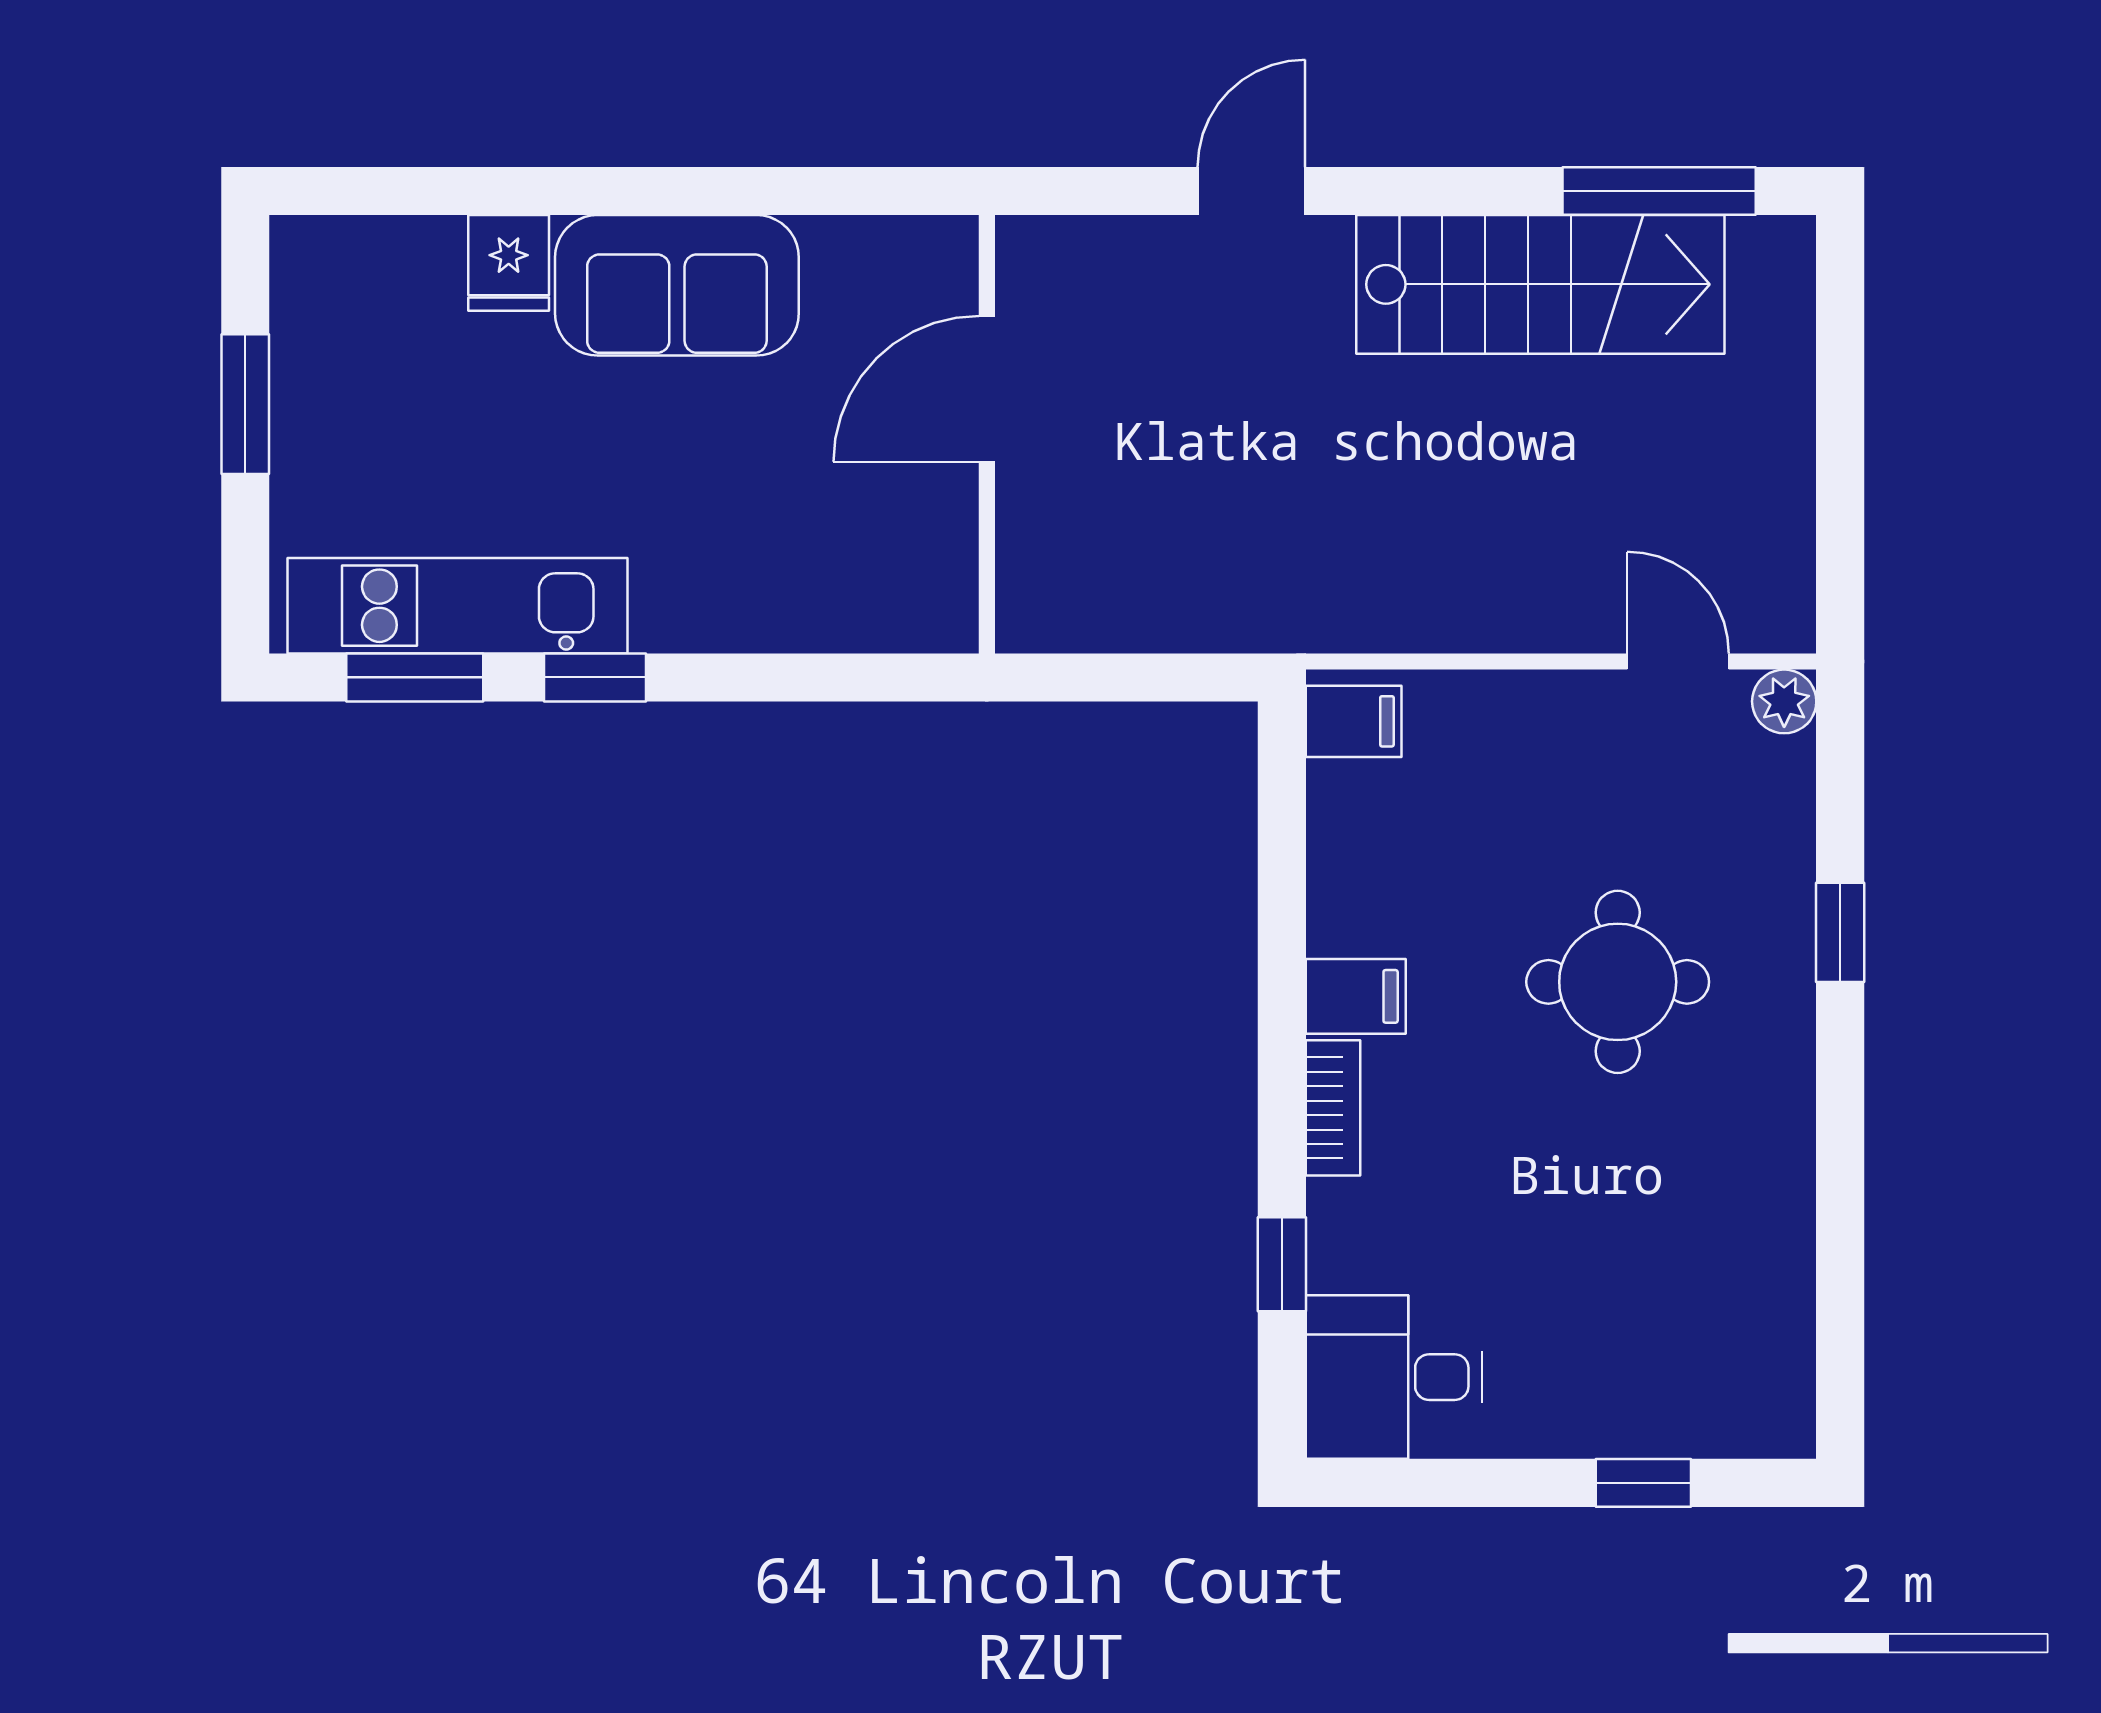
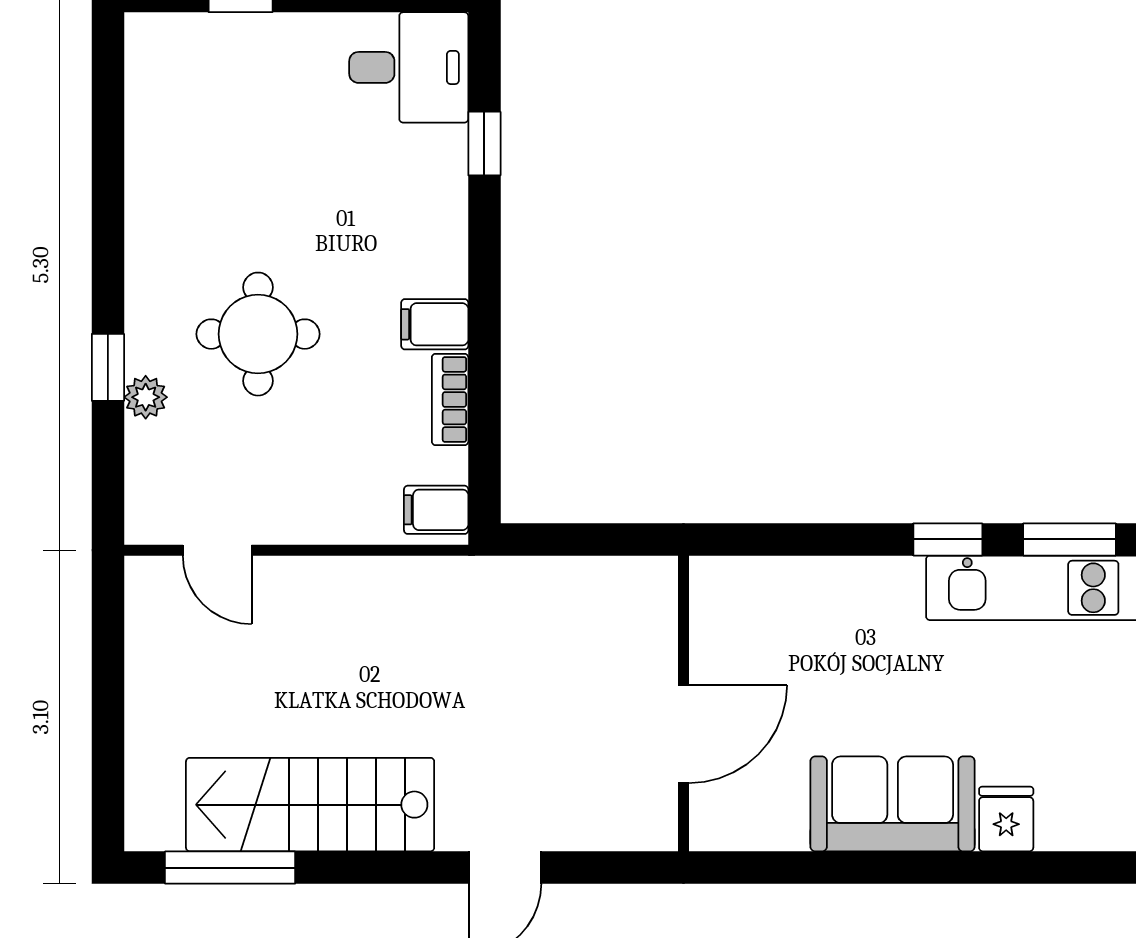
plant: (1784, 701) -> (146, 397), moved
bookcase: (1333, 1108) -> (450, 399), moved

